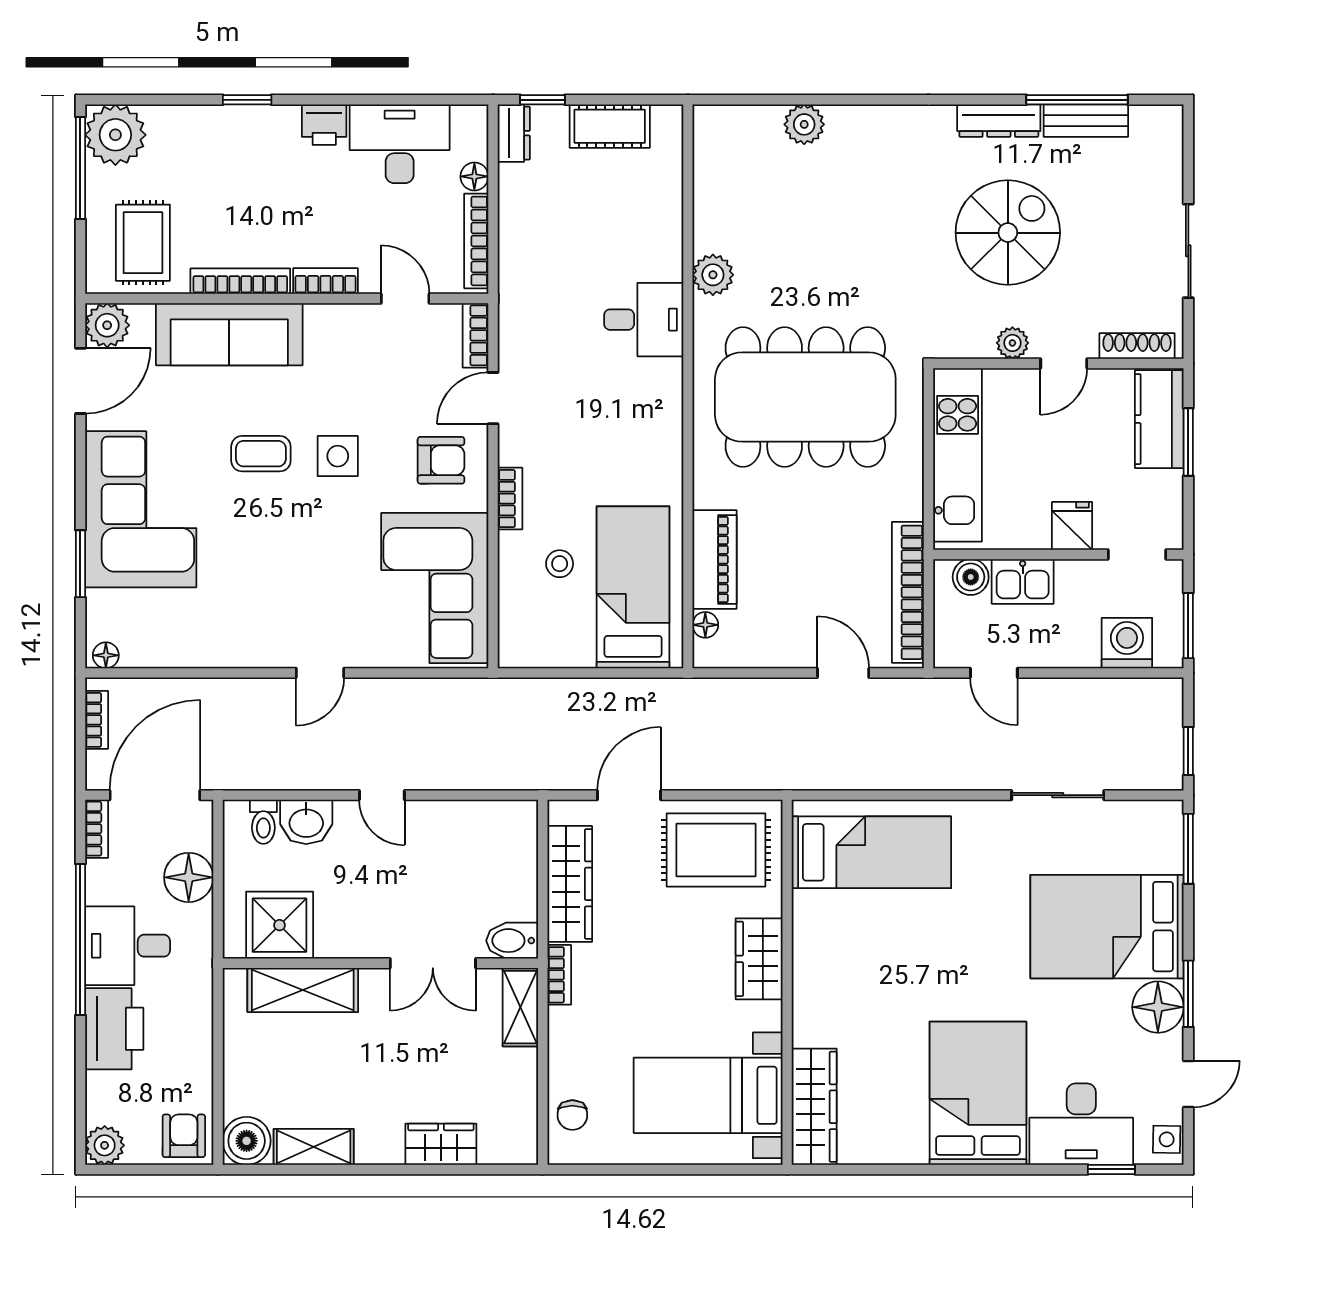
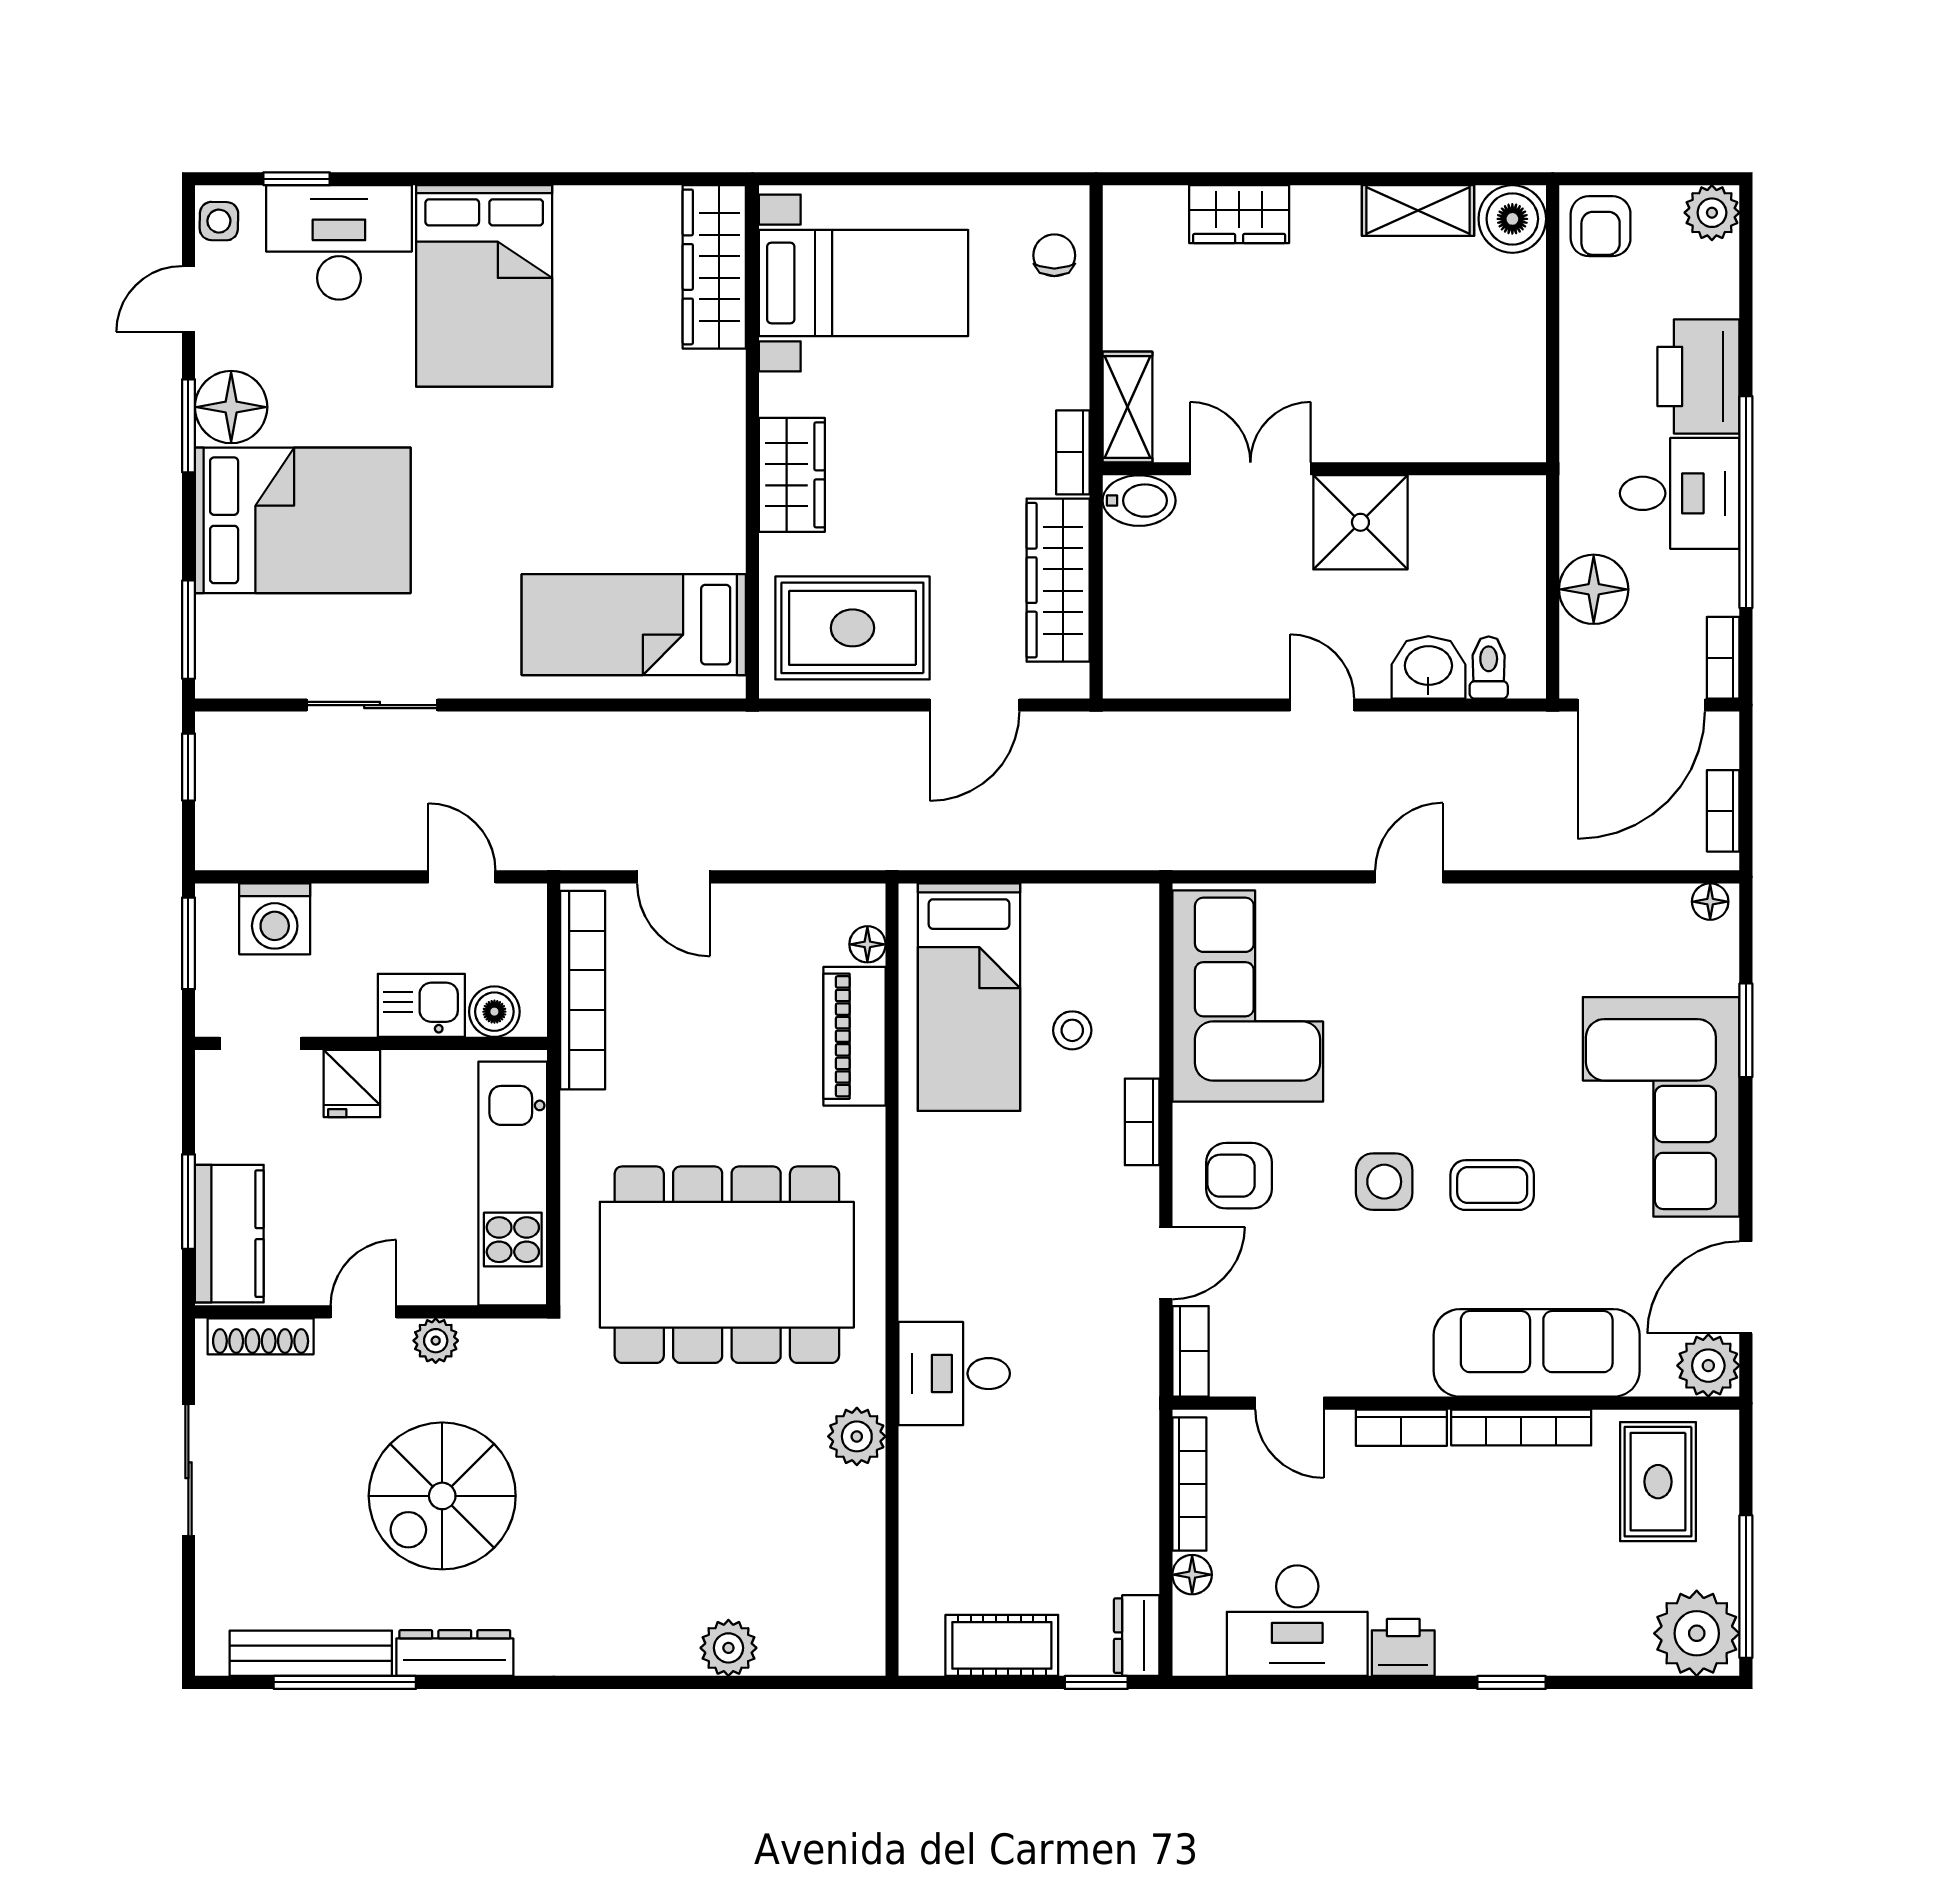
bench: (1086, 121) -> (311, 1653), width x1.36
shower: (280, 925) -> (1360, 522), moved
shelving: (303, 990) -> (1433, 431), removed

